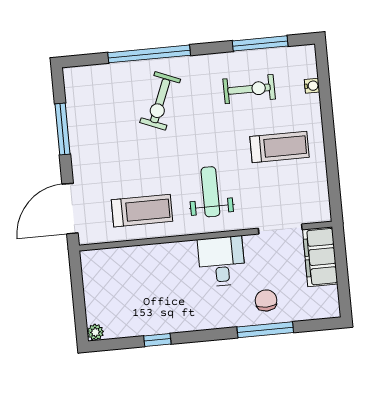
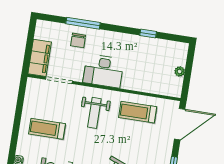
desk: (221, 261) -> (103, 71), width x1.37
plant: (95, 332) -> (180, 71), moved

